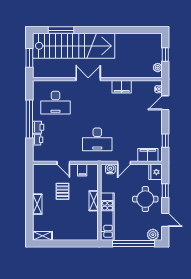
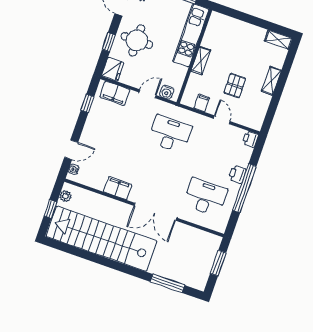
stairs: (74, 46) -> (101, 239), moved
double door: (88, 79) -> (155, 212), width x1.37
printer: (38, 140) -> (250, 139), moved

